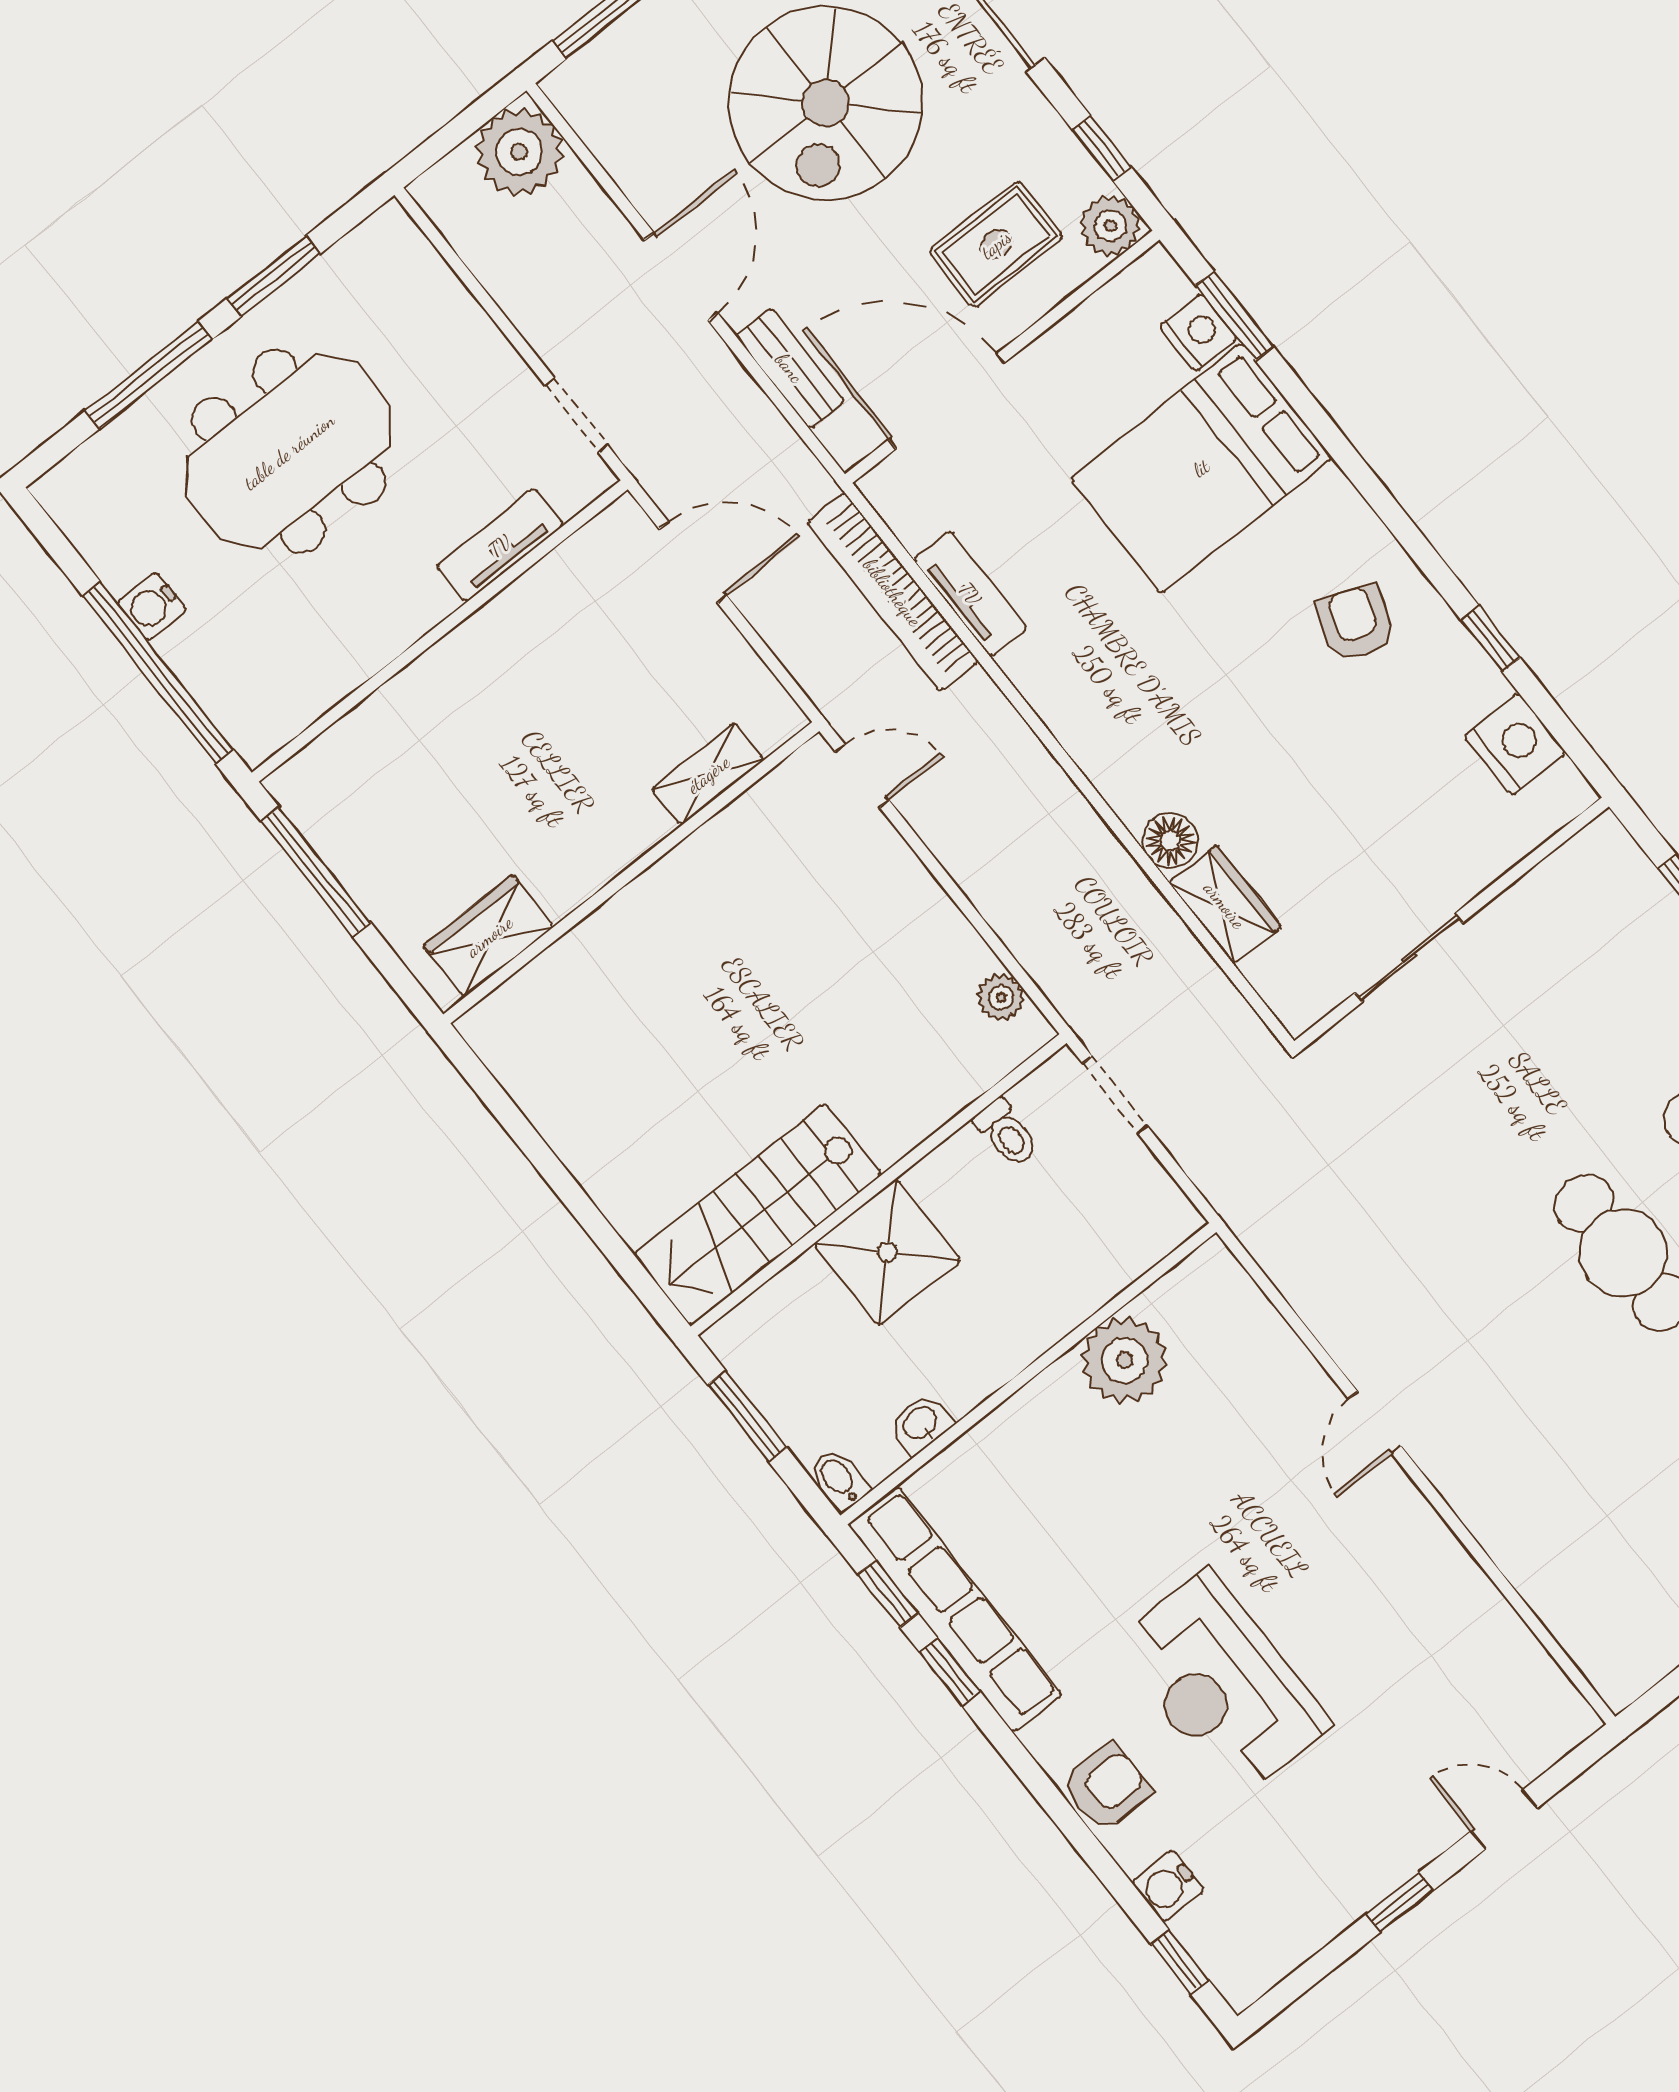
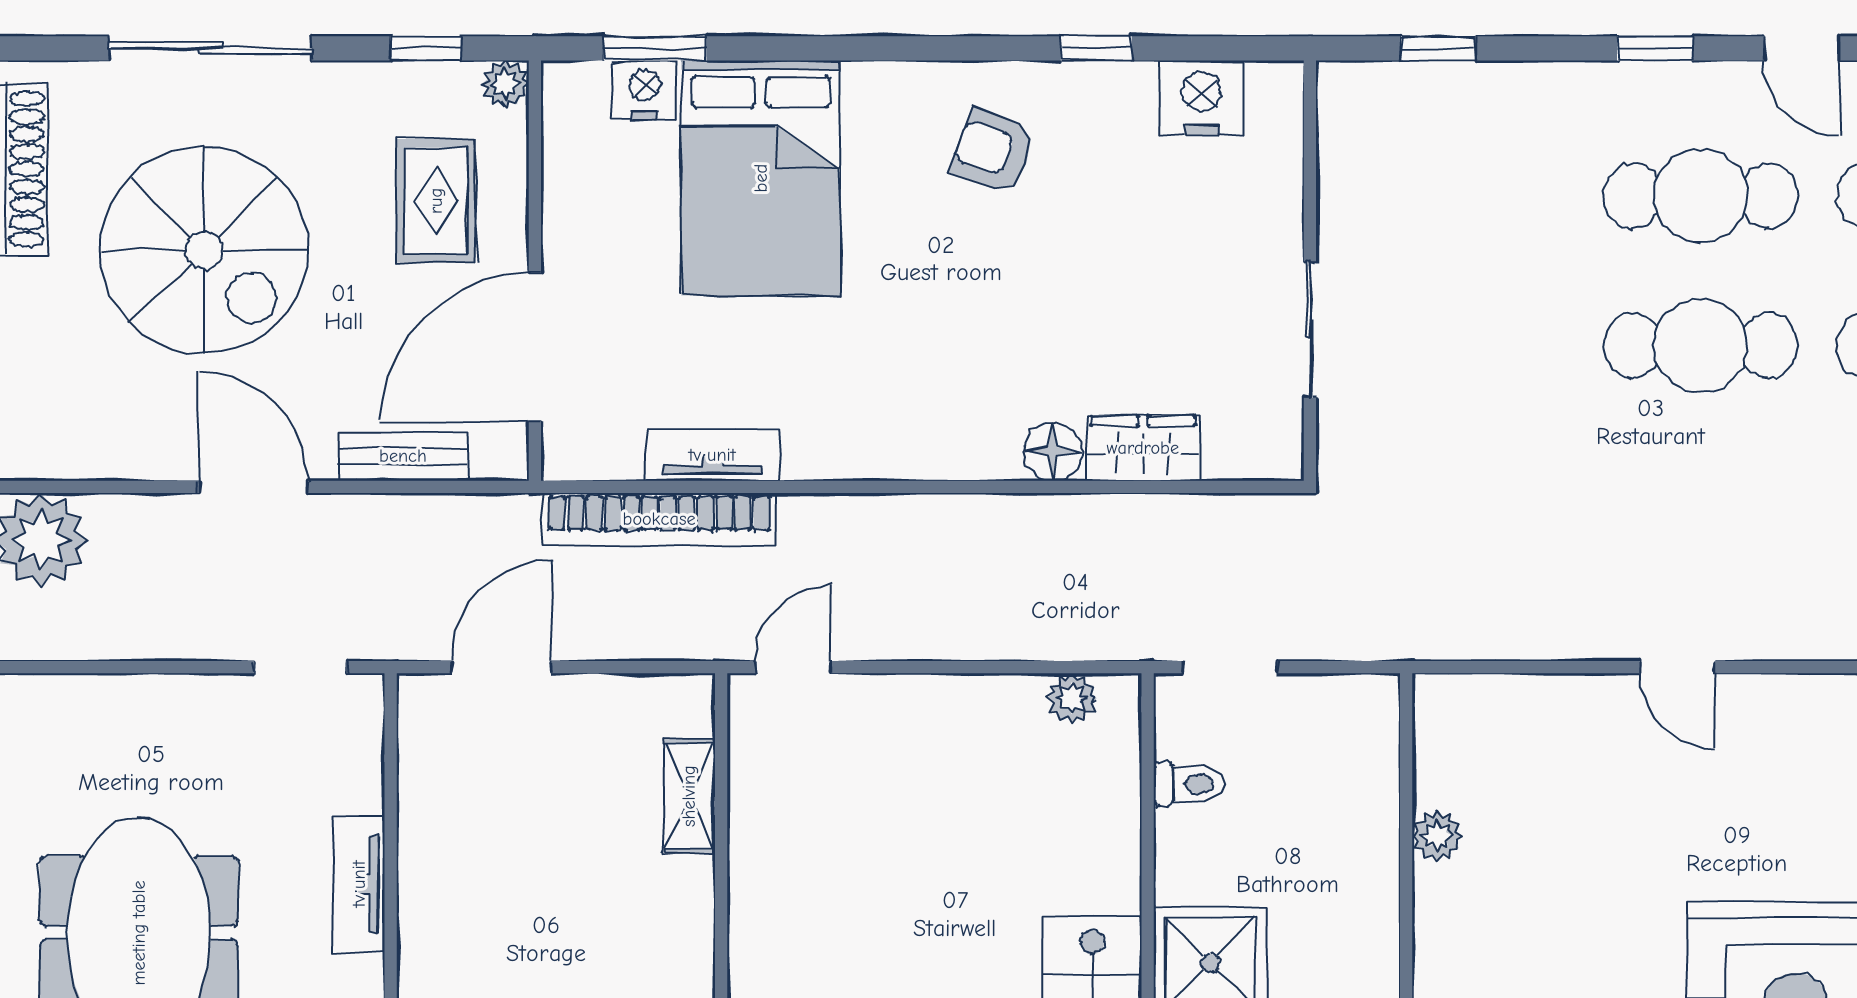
plant: (1110, 226) -> (505, 84), width x0.73, depth x0.73
tv unit: (500, 546) -> (359, 884), moved
plant: (1125, 1360) -> (1437, 836), width x0.53, depth x0.53

